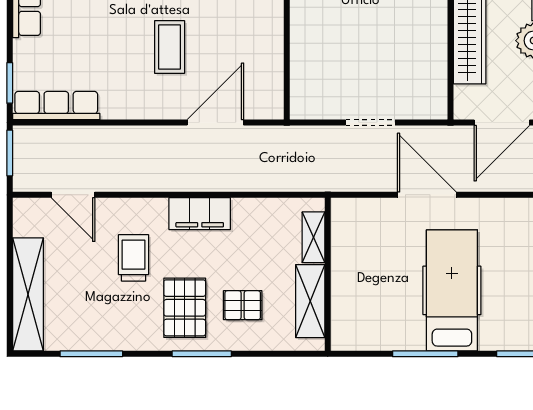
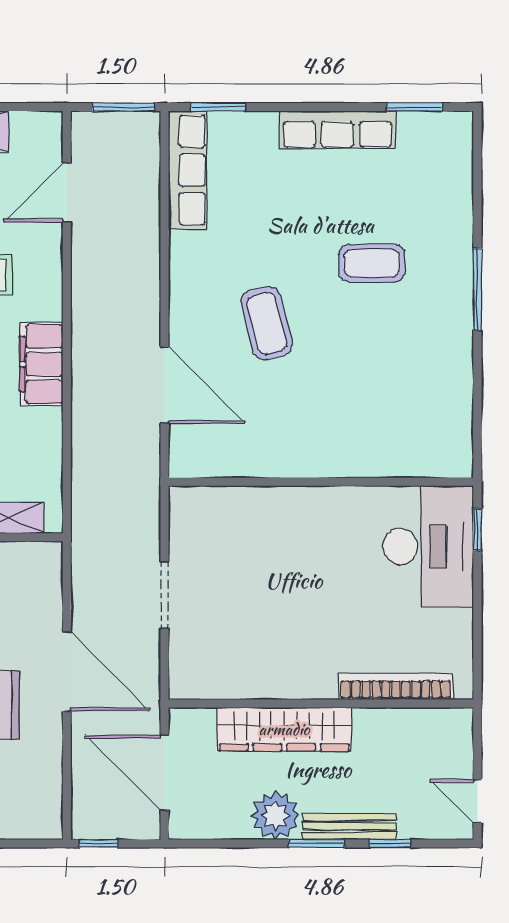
coffee table: (170, 47) -> (267, 323), turned 76
door: (427, 195) -> (67, 671), hinge flipped

